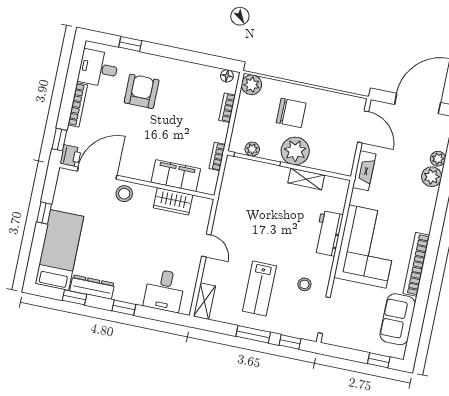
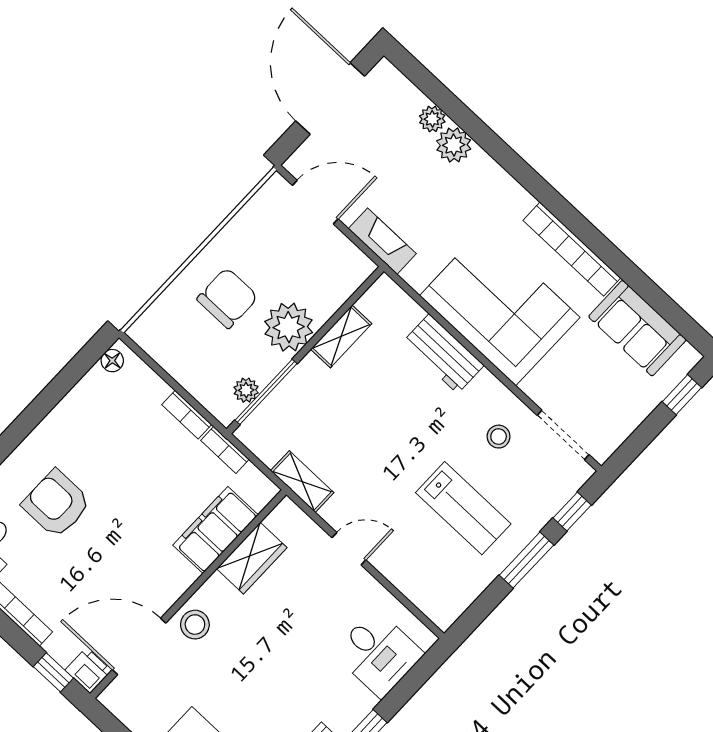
plant: (252, 85) -> (148, 332), removed
bookcase: (227, 108) -> (187, 415), moved
door: (97, 173) -> (139, 646), hinge flipped
shelving: (204, 301) -> (302, 482), moved

